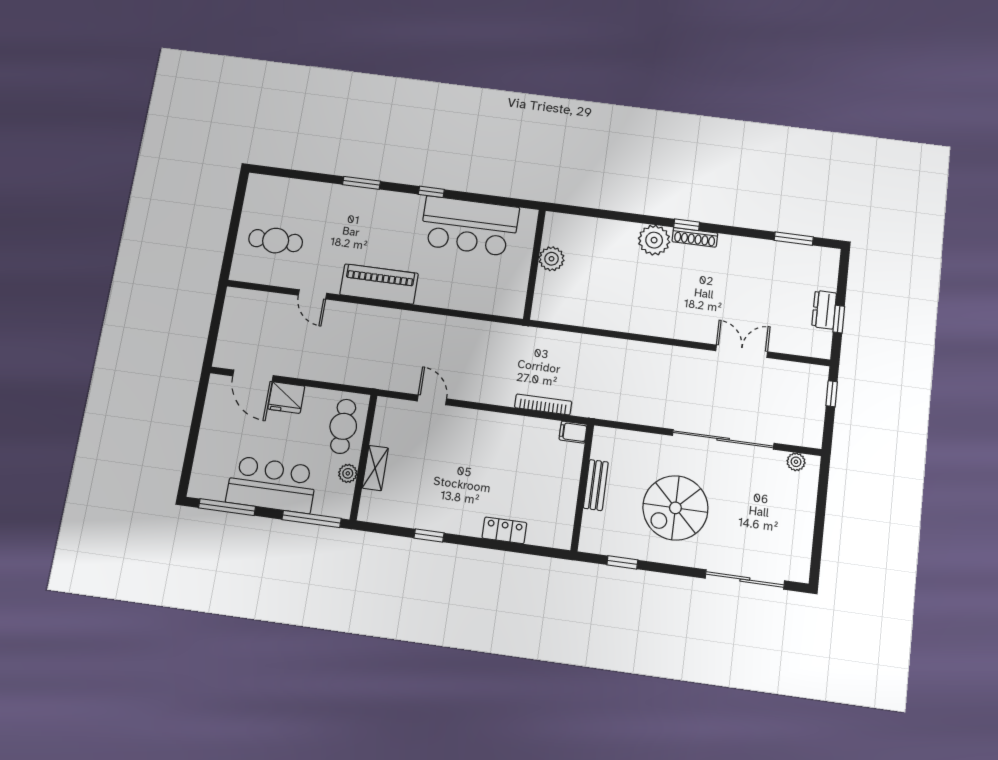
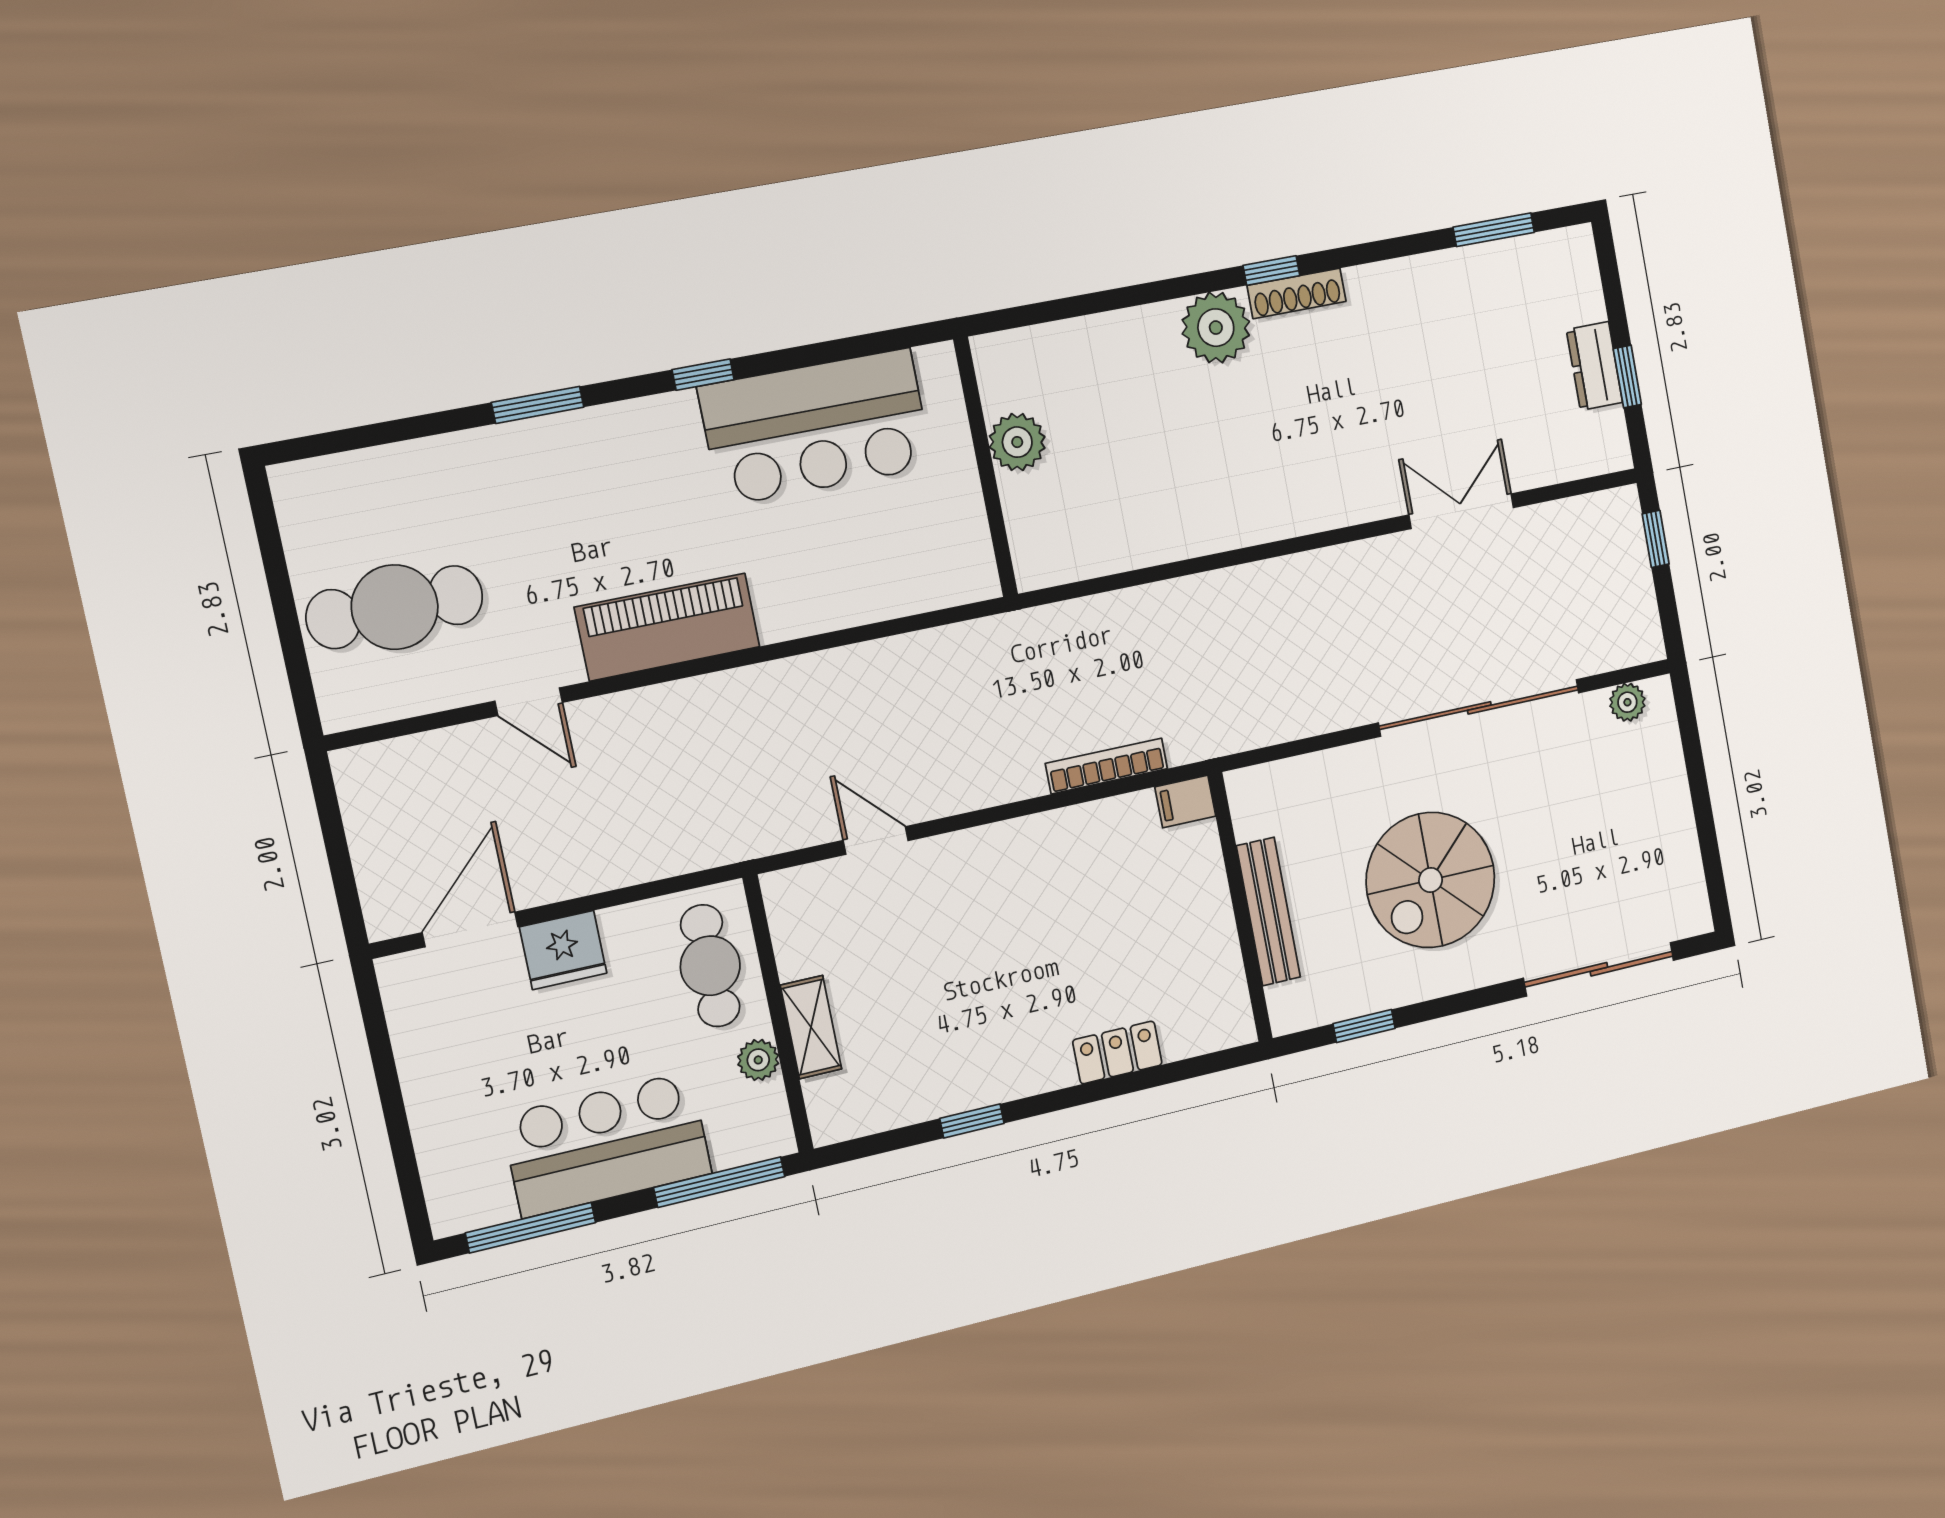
cafe table: (276, 241) -> (395, 607), width x1.37, depth x1.35
door: (253, 376) -> (470, 930), swing flipped
bench: (596, 485) -> (1268, 912), width x1.36

